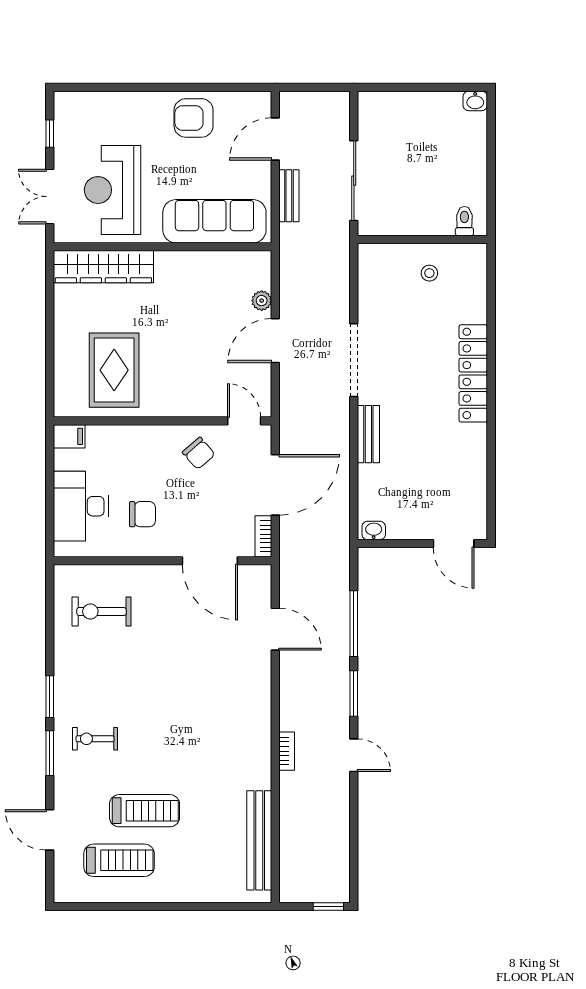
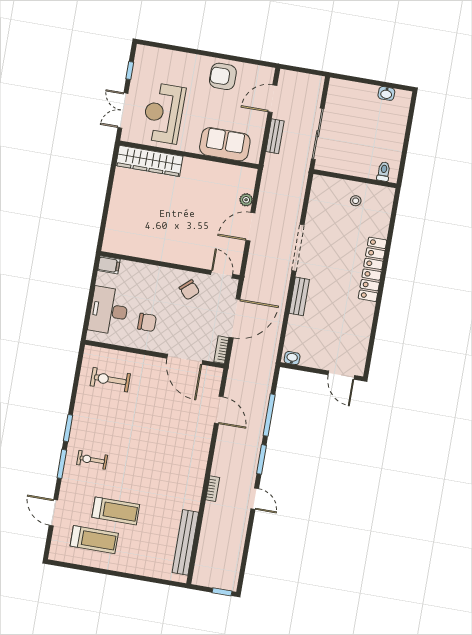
washbasin: (475, 101) -> (386, 93), moved
sofa: (214, 221) -> (225, 144), width x0.73
rug: (114, 370) -> (145, 228), removed

